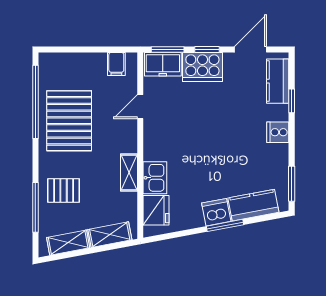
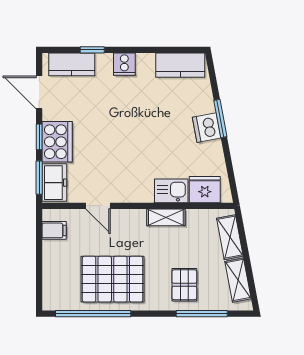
window: (292, 184) -> (177, 50), removed
kitchen counter: (253, 205) -> (180, 65), moved, turned -79

